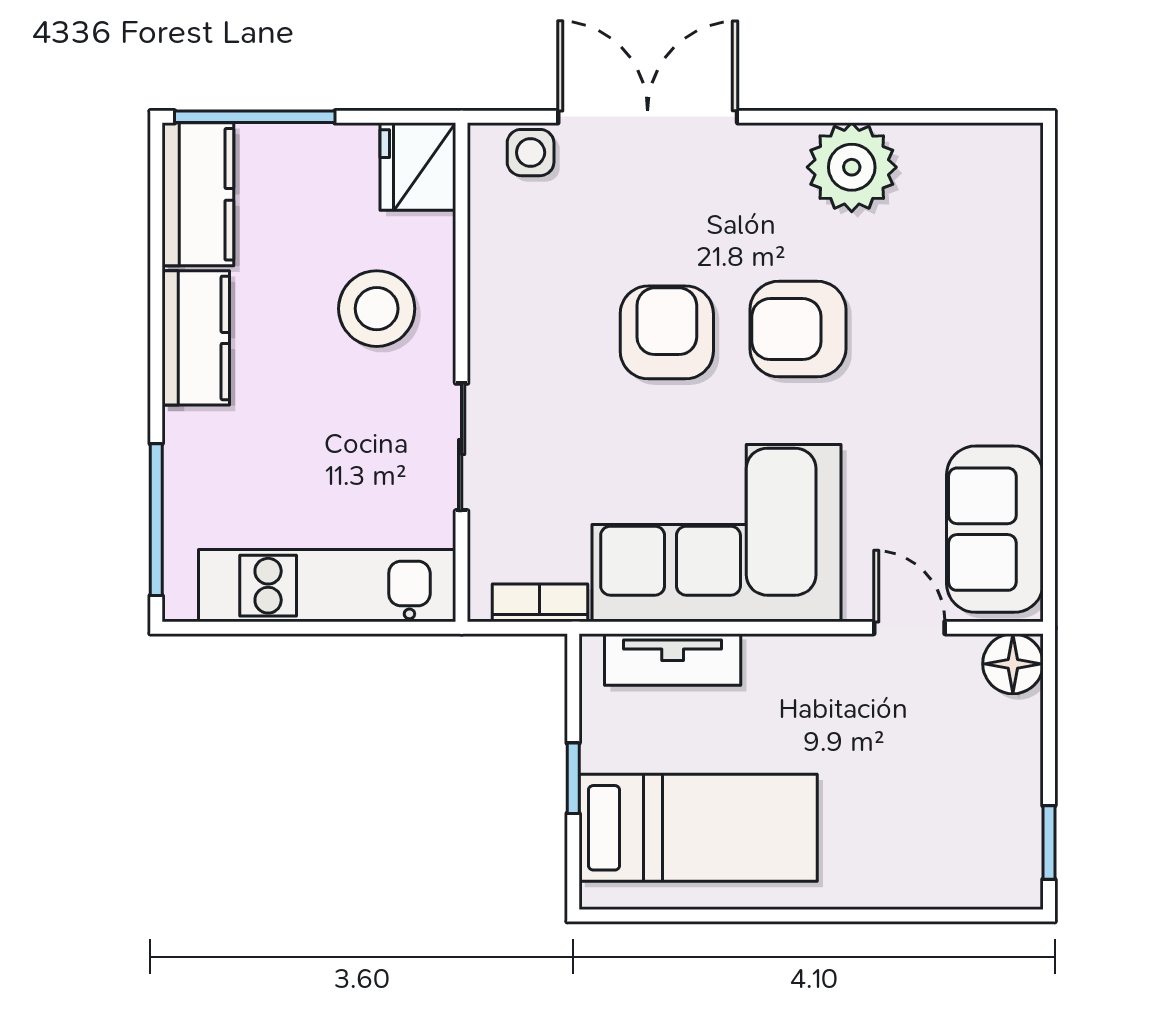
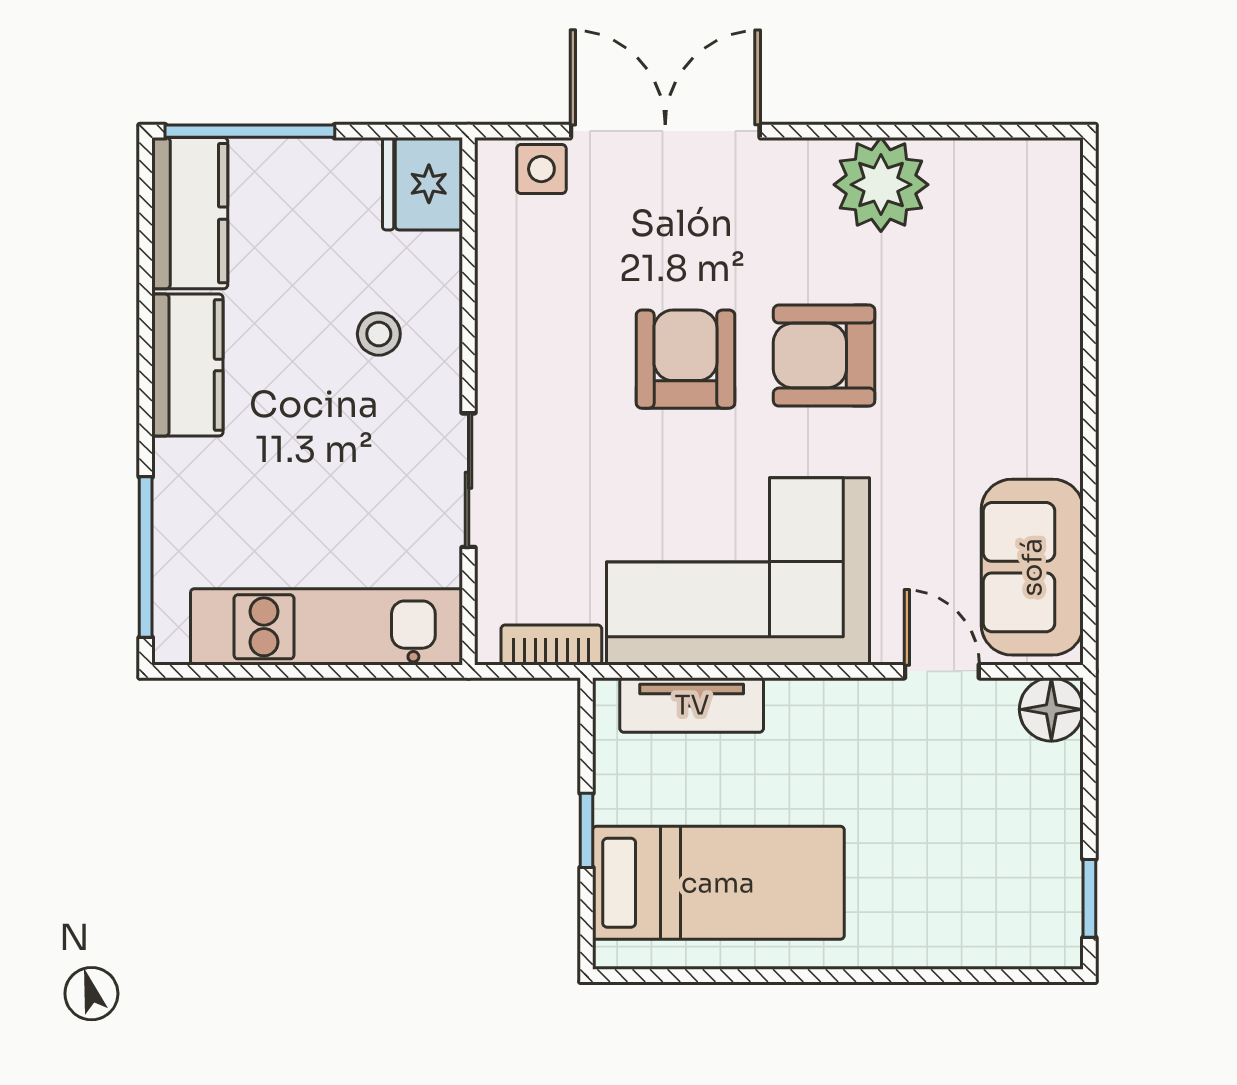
stool: (377, 309) -> (379, 334), width x0.53, depth x0.53

